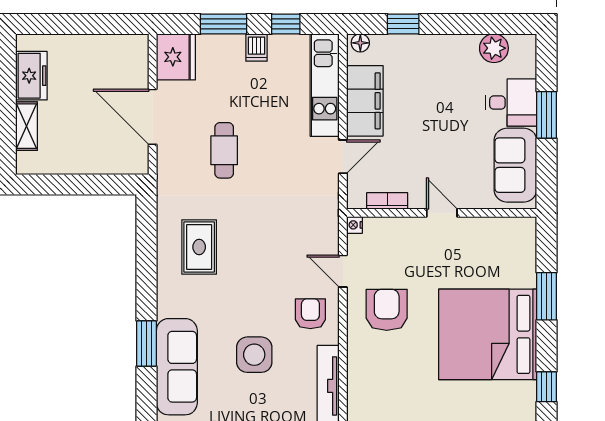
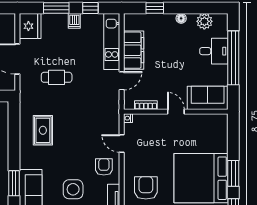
floor lamp: (360, 43) -> (181, 18), moved
window: (547, 115) -> (233, 58), width x2.11
cafe table: (224, 150) -> (57, 77), turned 90
sofa: (515, 165) -> (208, 98), moved, turned 90
window: (547, 296) -> (233, 173), moved
armchair: (387, 310) -> (146, 188), moved

